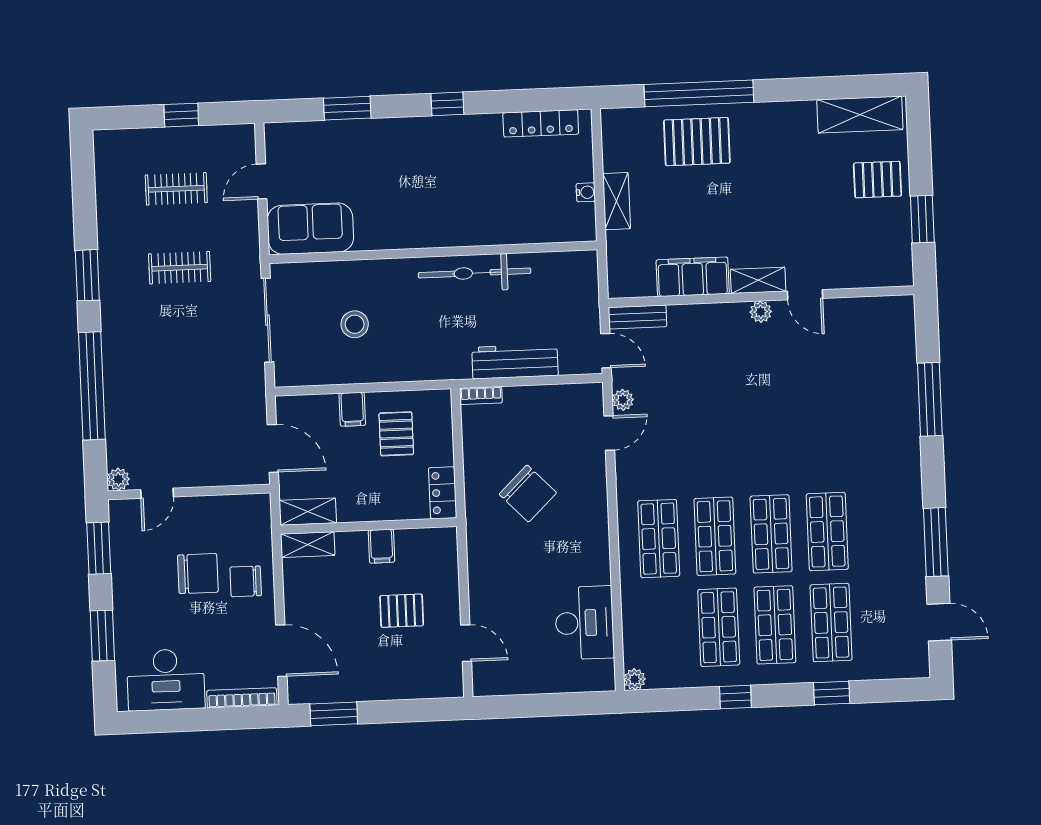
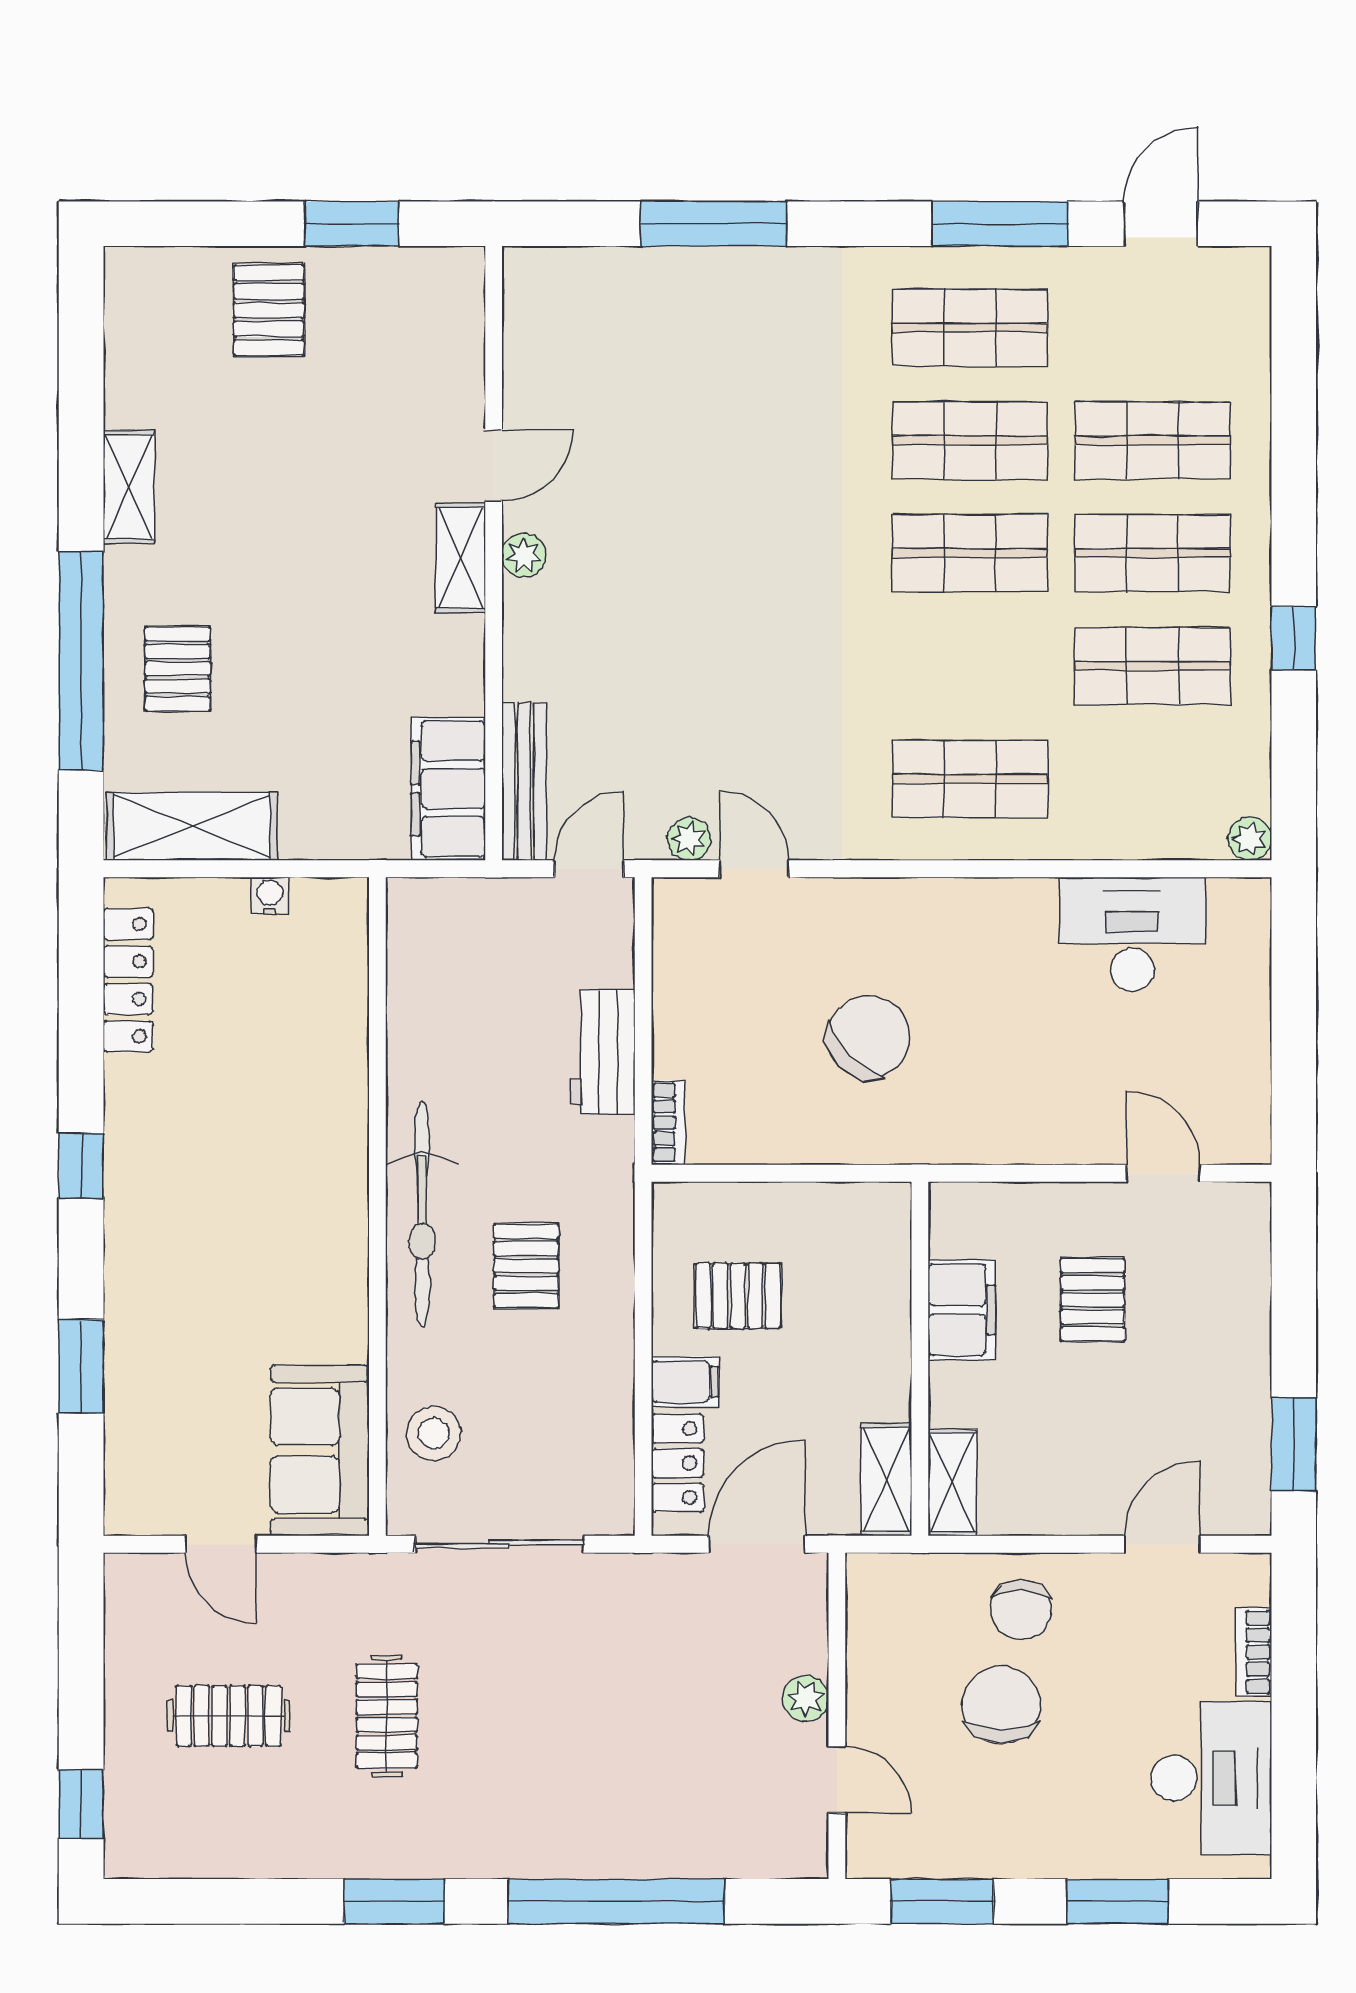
window: (181, 115) -> (81, 1804), moved
shelving: (860, 115) -> (129, 487), moved, width x0.67, depth x0.75
pallet: (697, 142) -> (178, 669), width x0.67, depth x0.71
clothes rail: (176, 189) -> (228, 1716), turned 90
shelving: (616, 201) -> (192, 826), moved, width x1.50, depth x1.33
bicycle: (475, 273) -> (422, 1214), moved
filing cabinet: (693, 277) -> (448, 789), moved
bench: (637, 317) -> (524, 782), width x1.36
stool: (355, 324) -> (434, 1433), moved
pallet: (407, 328) -> (526, 1266), added
workbench: (515, 361) -> (603, 1052), width x0.73
plant: (118, 479) -> (806, 1699), moved
locker: (443, 493) -> (678, 1463), moved, turned -90
shop shelf: (715, 536) -> (970, 328), moved
filing cabinet: (381, 546) -> (962, 1310), width x2.00
door: (466, 643) -> (1163, 1173), hinge flipped
door: (281, 651) -> (1163, 1544), width x0.73
window: (832, 693) -> (1294, 445), removed
bookcase: (242, 698) -> (1254, 1652), width x0.64

